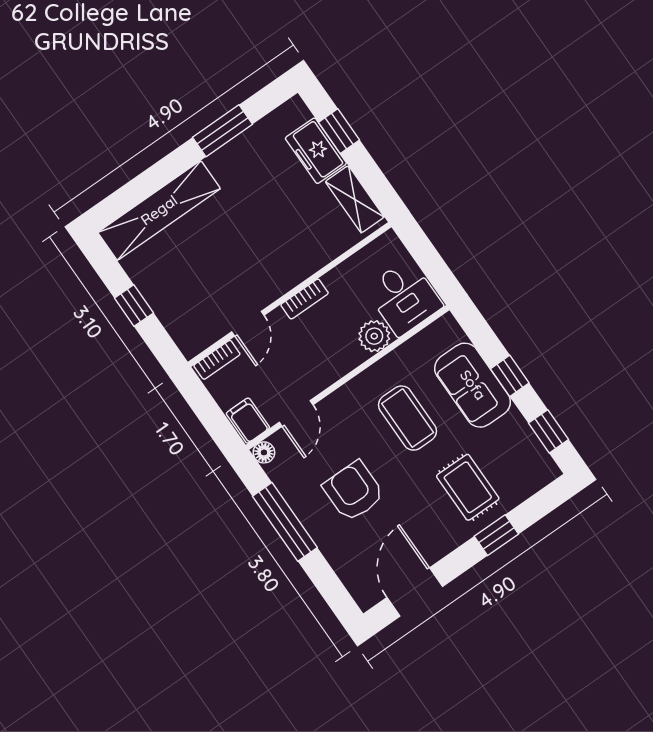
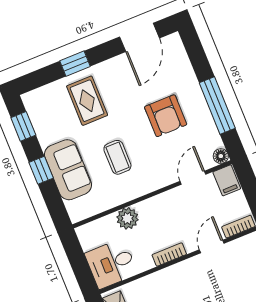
desk: (404, 297) -> (111, 264), moved, turned -90
coffee table: (408, 418) -> (117, 157), width x0.73, depth x0.77

